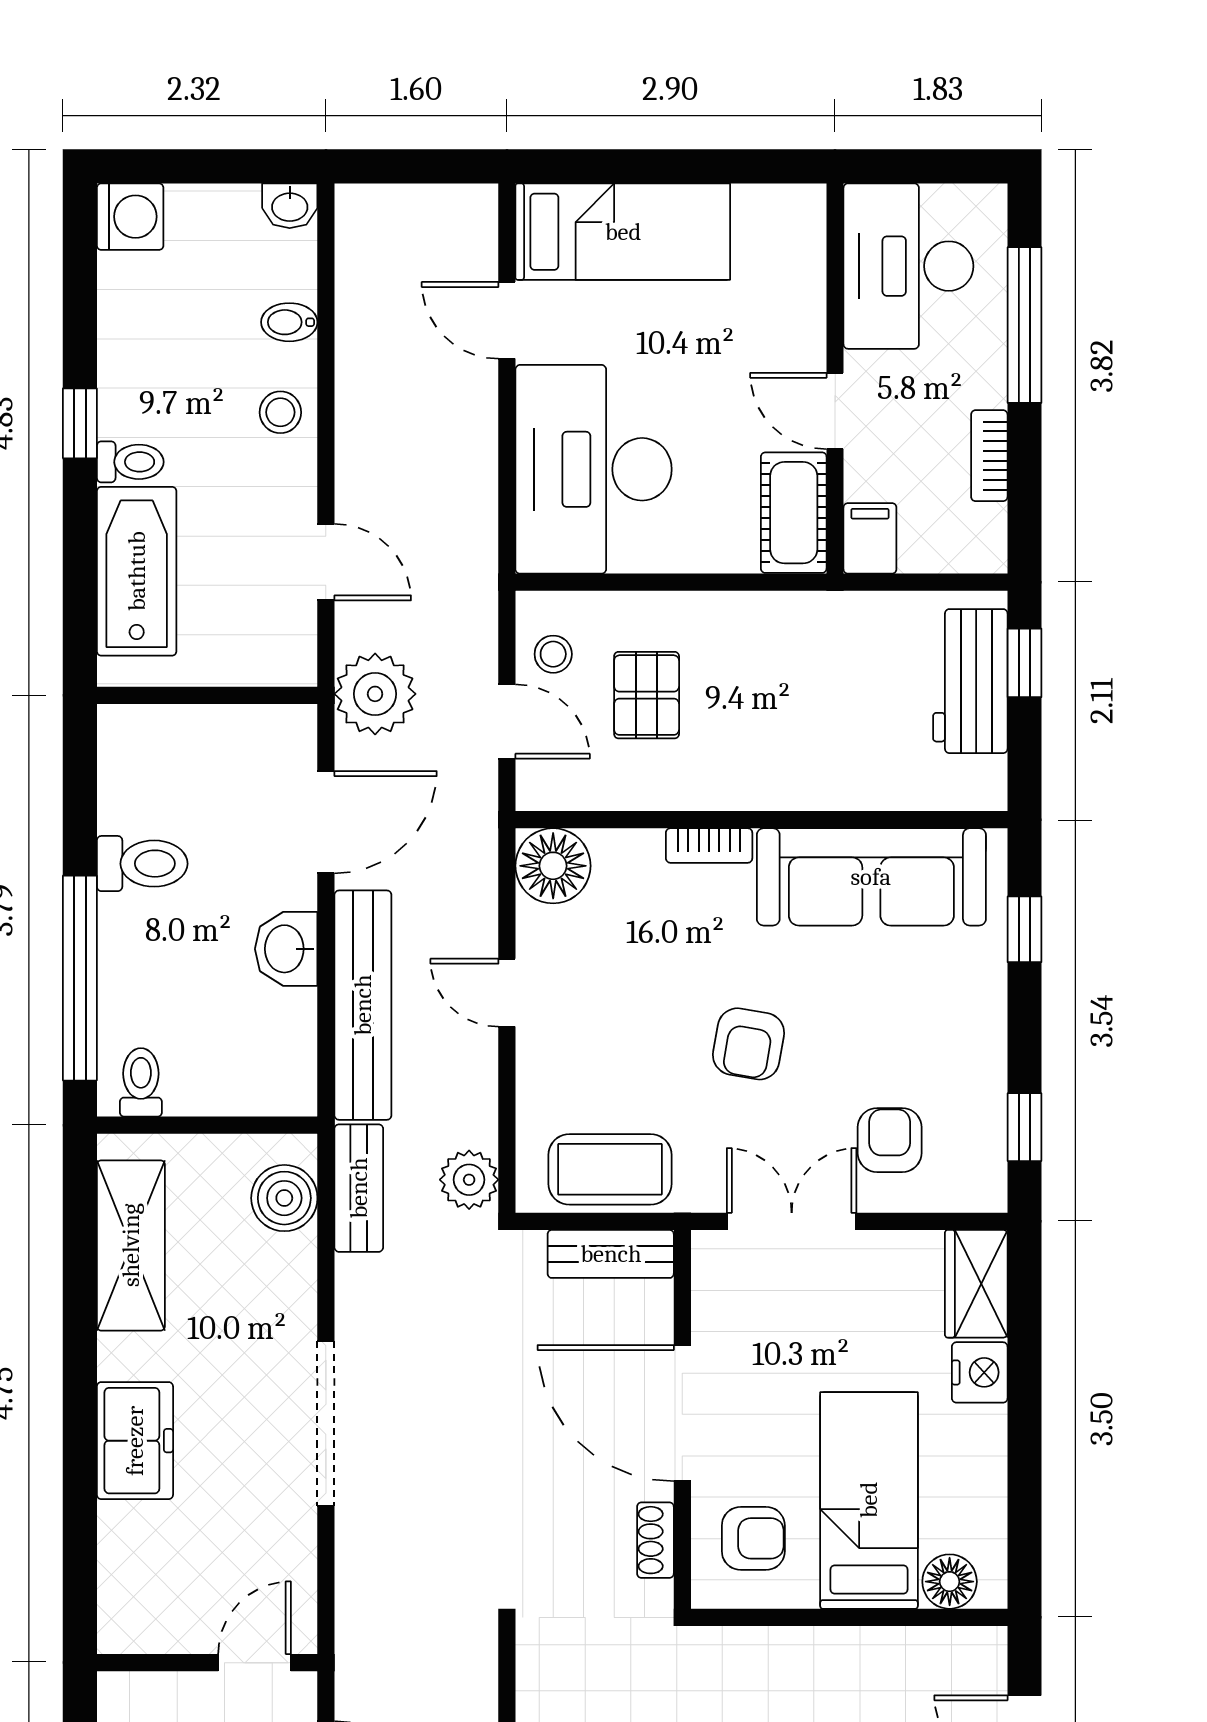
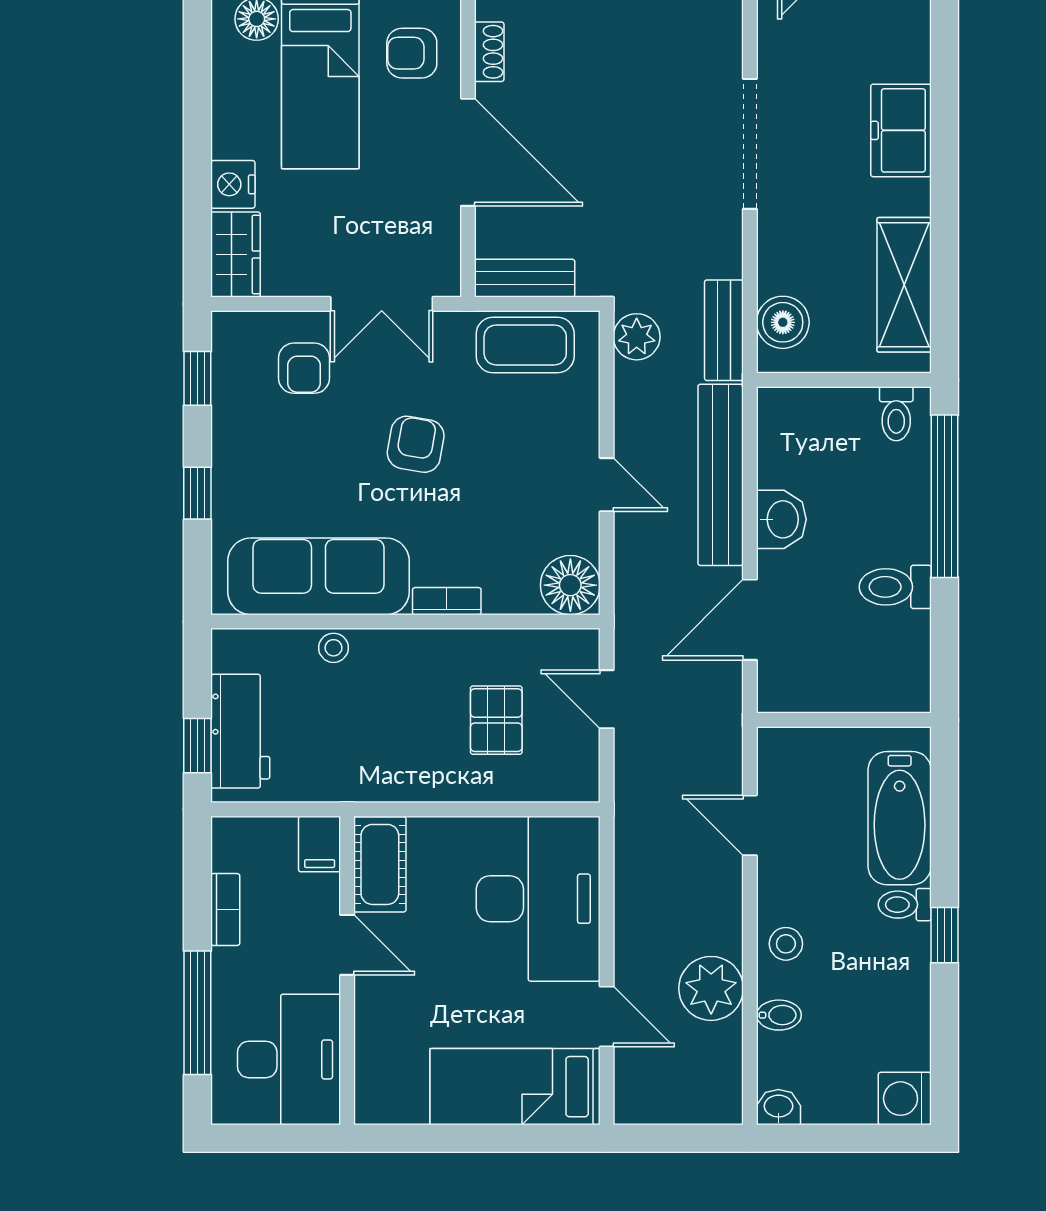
stool: (553, 654) -> (333, 648), moved
plant: (375, 694) -> (711, 988), moved
window: (1024, 929) -> (197, 493), moved

